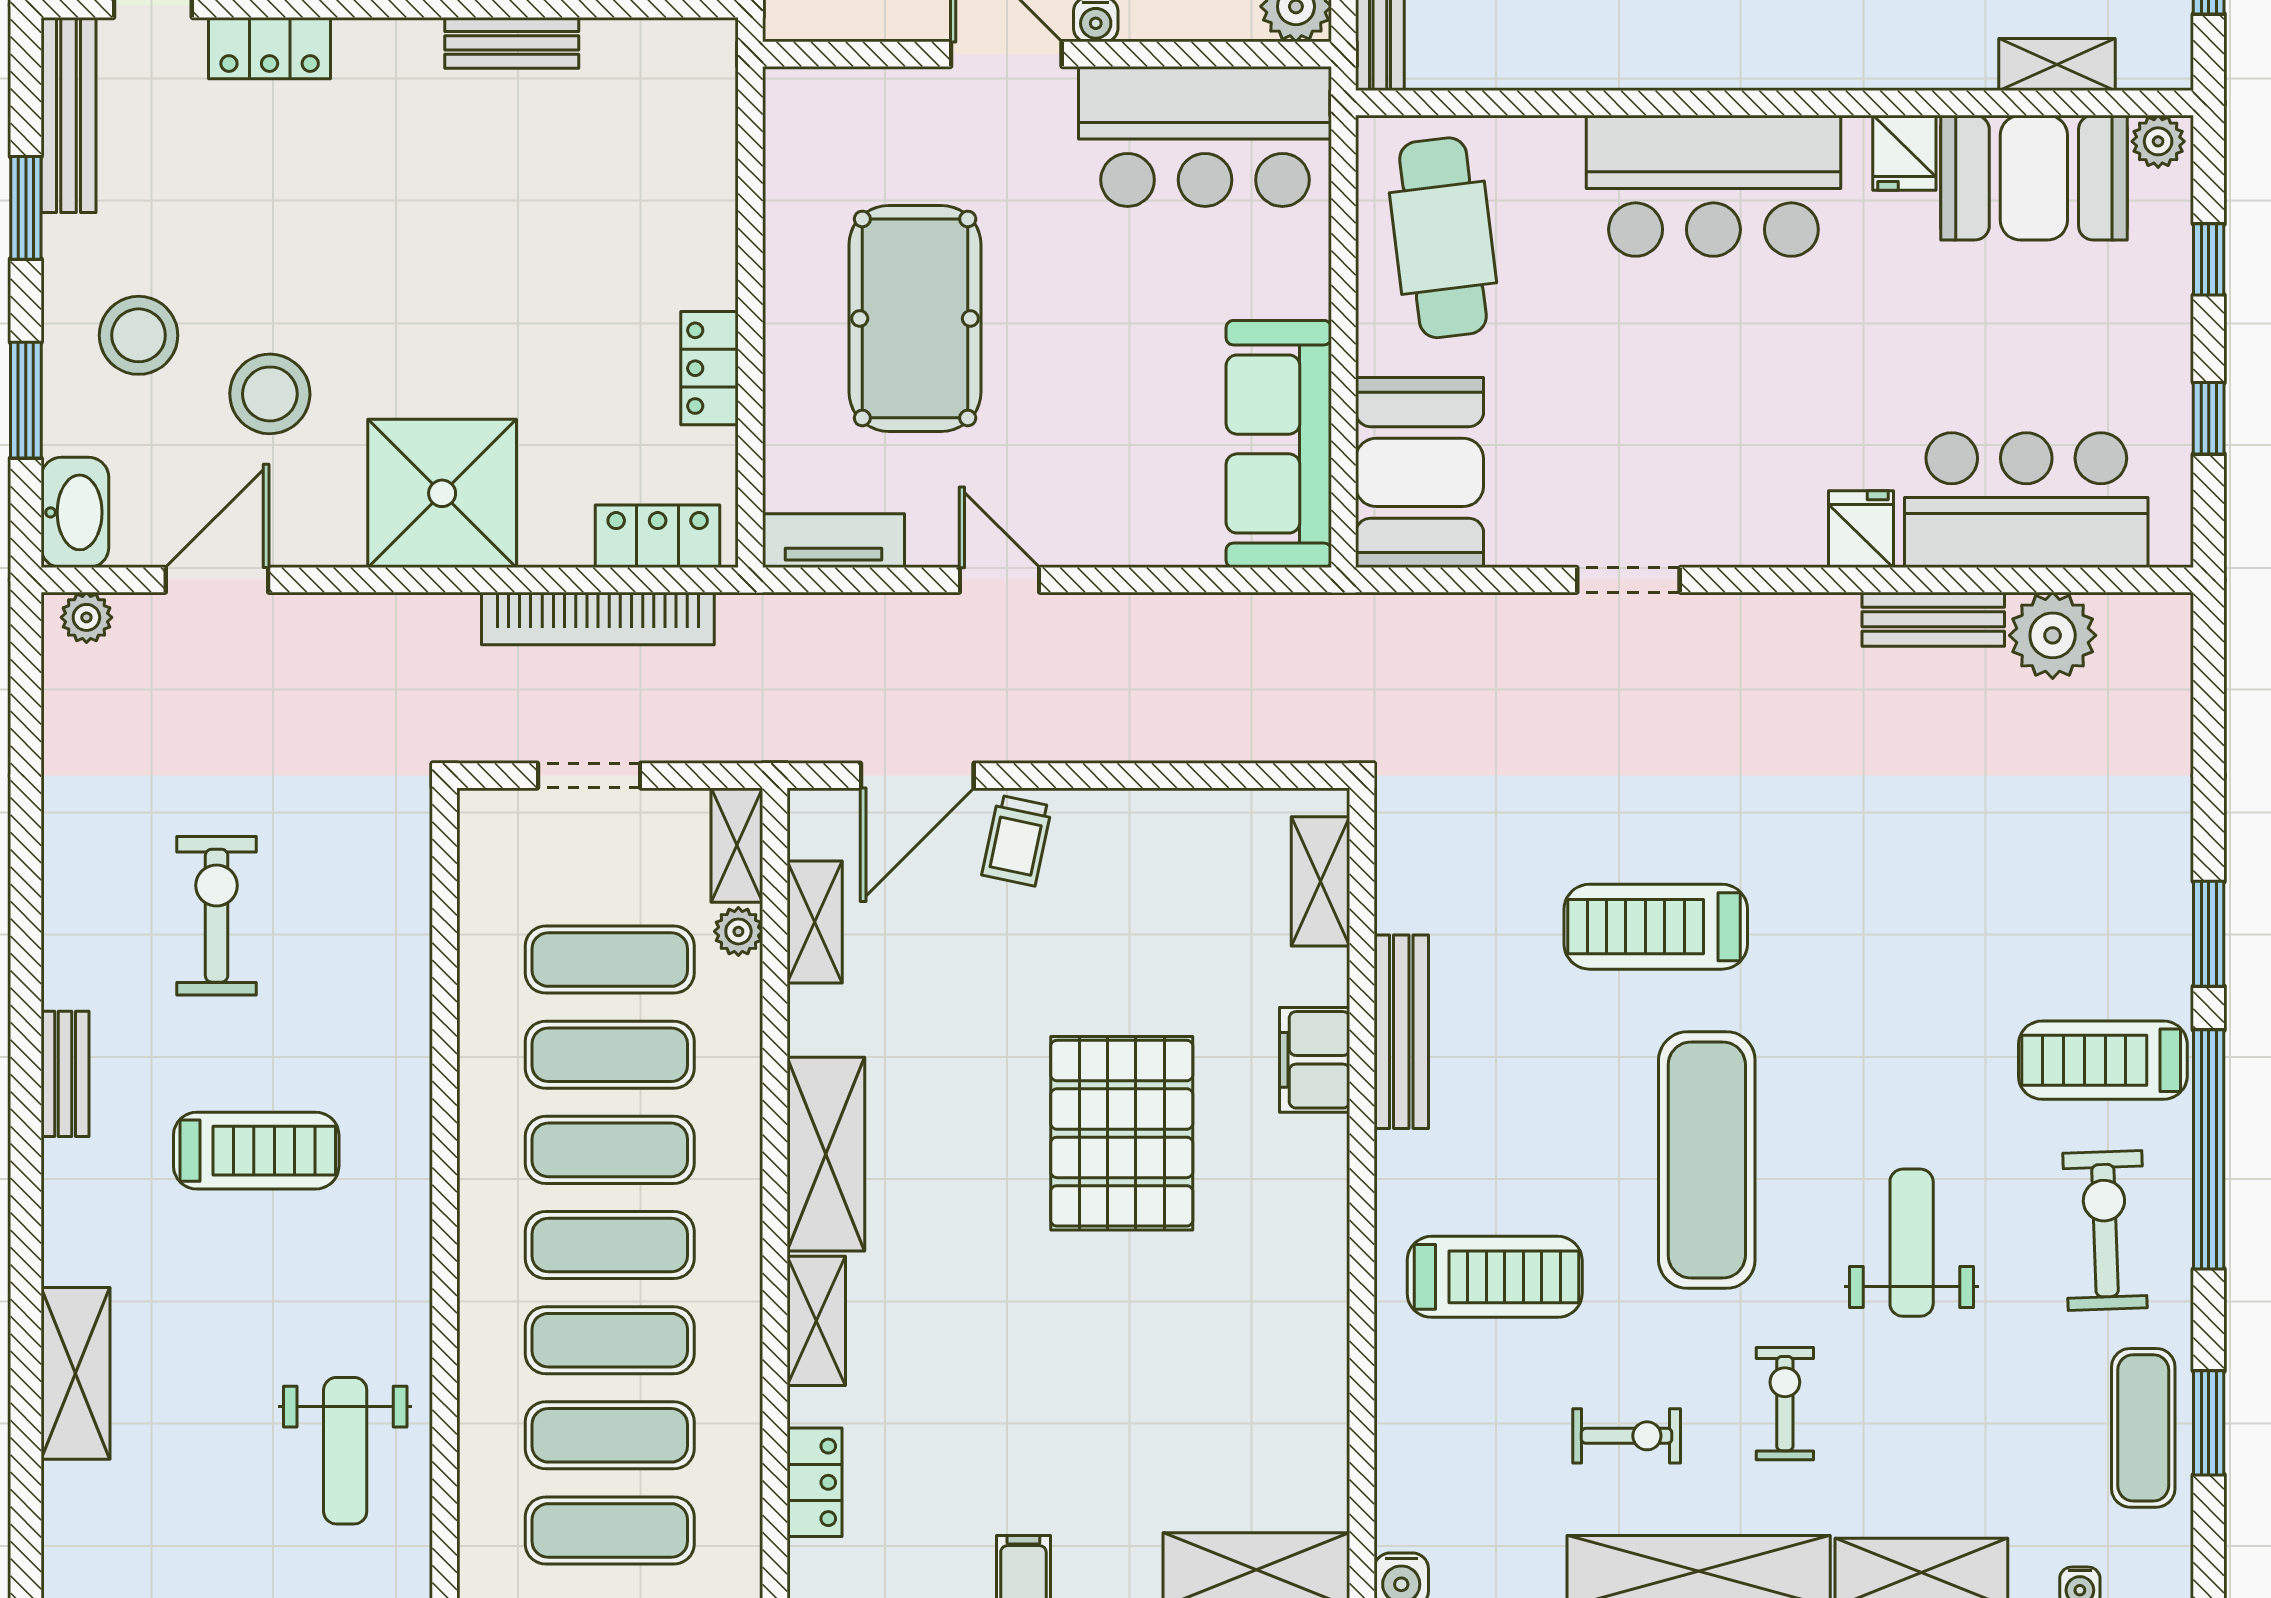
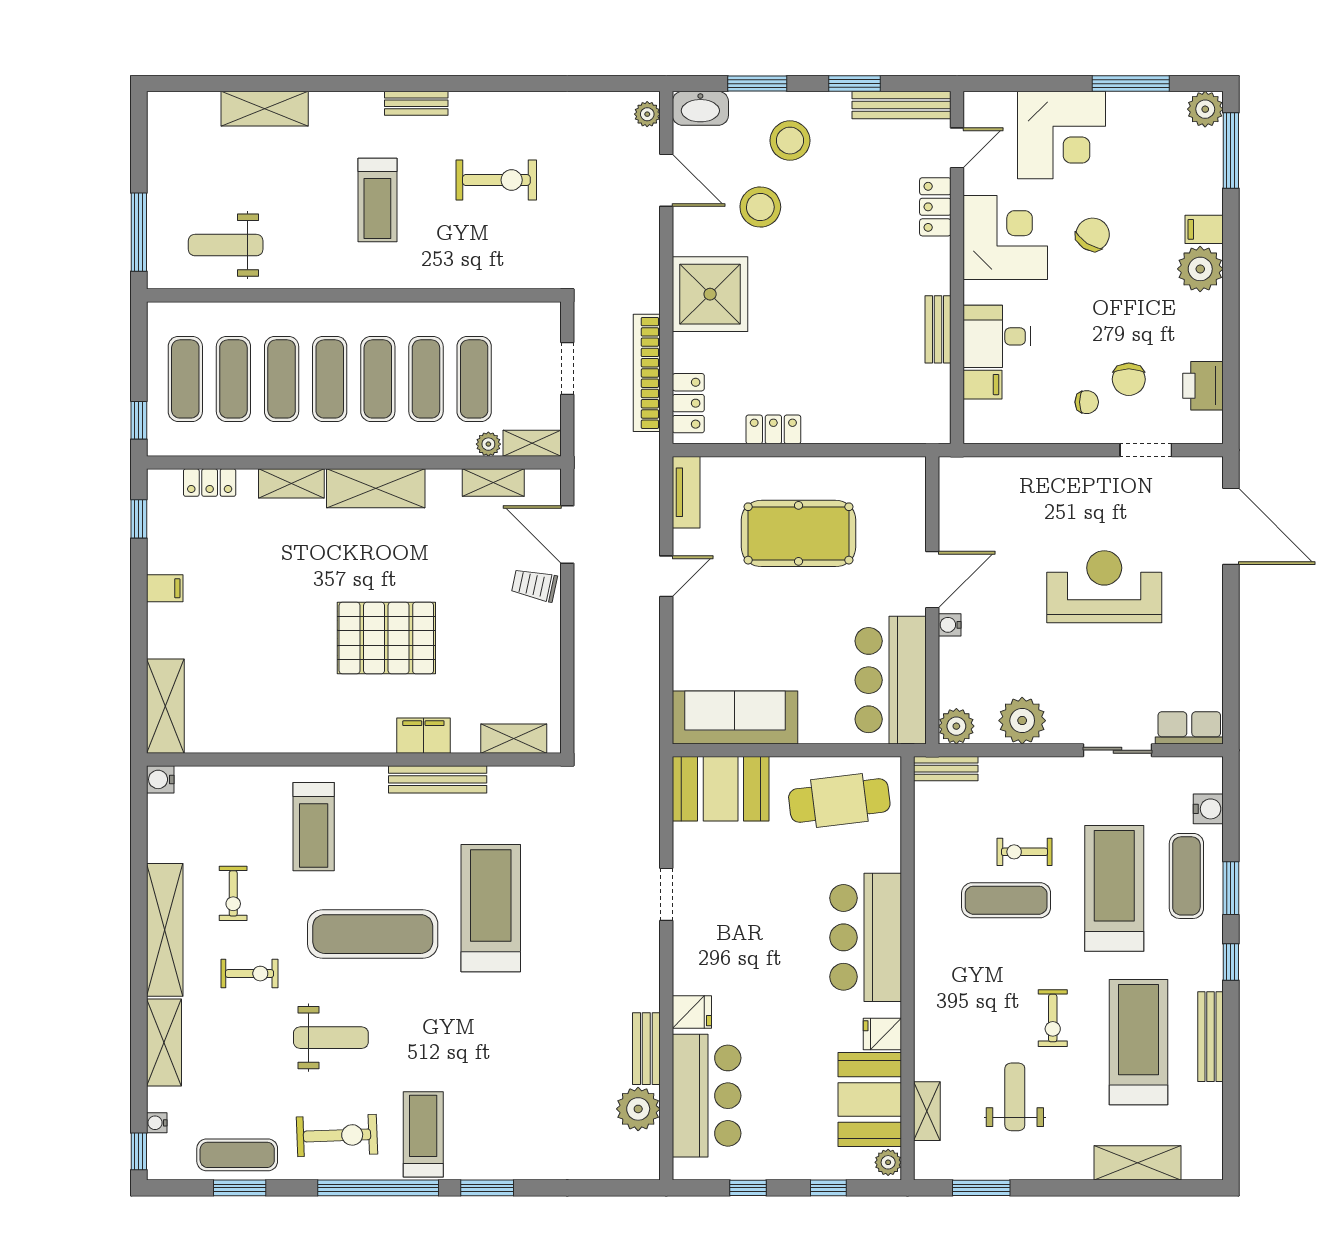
treadmill: (1656, 927) -> (491, 908), width x1.37, depth x1.38

